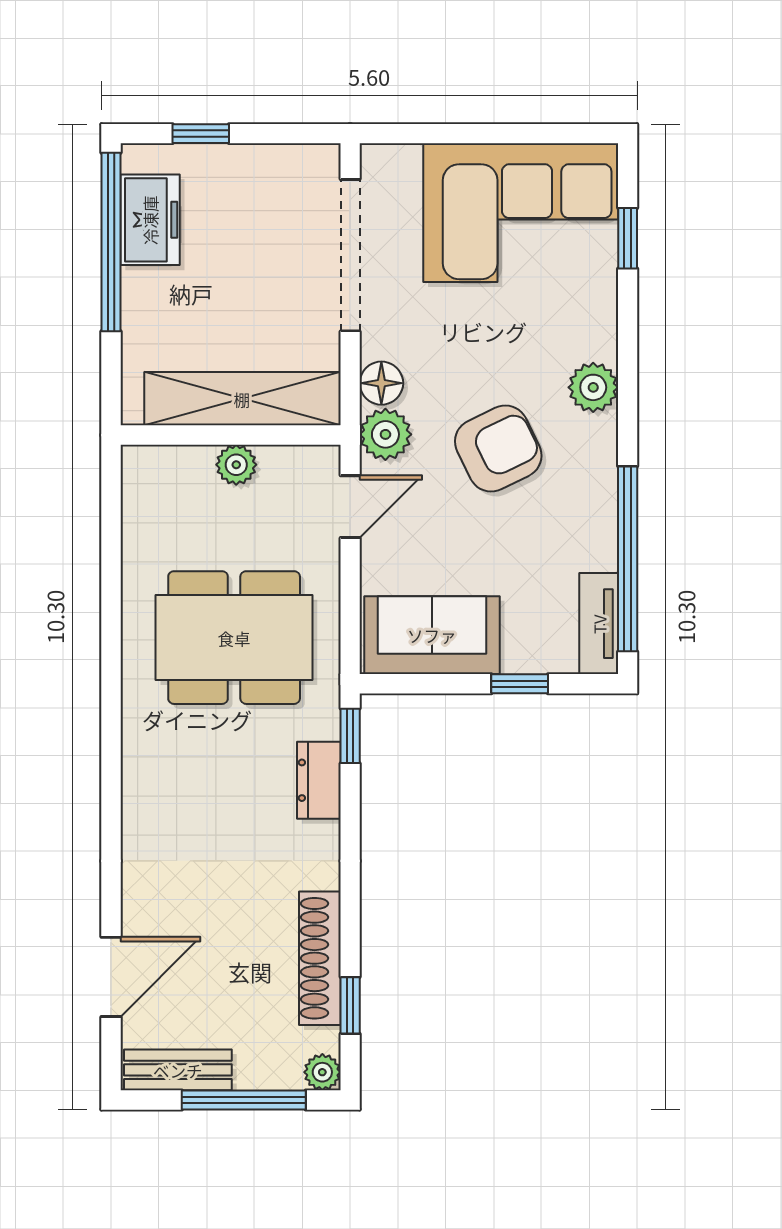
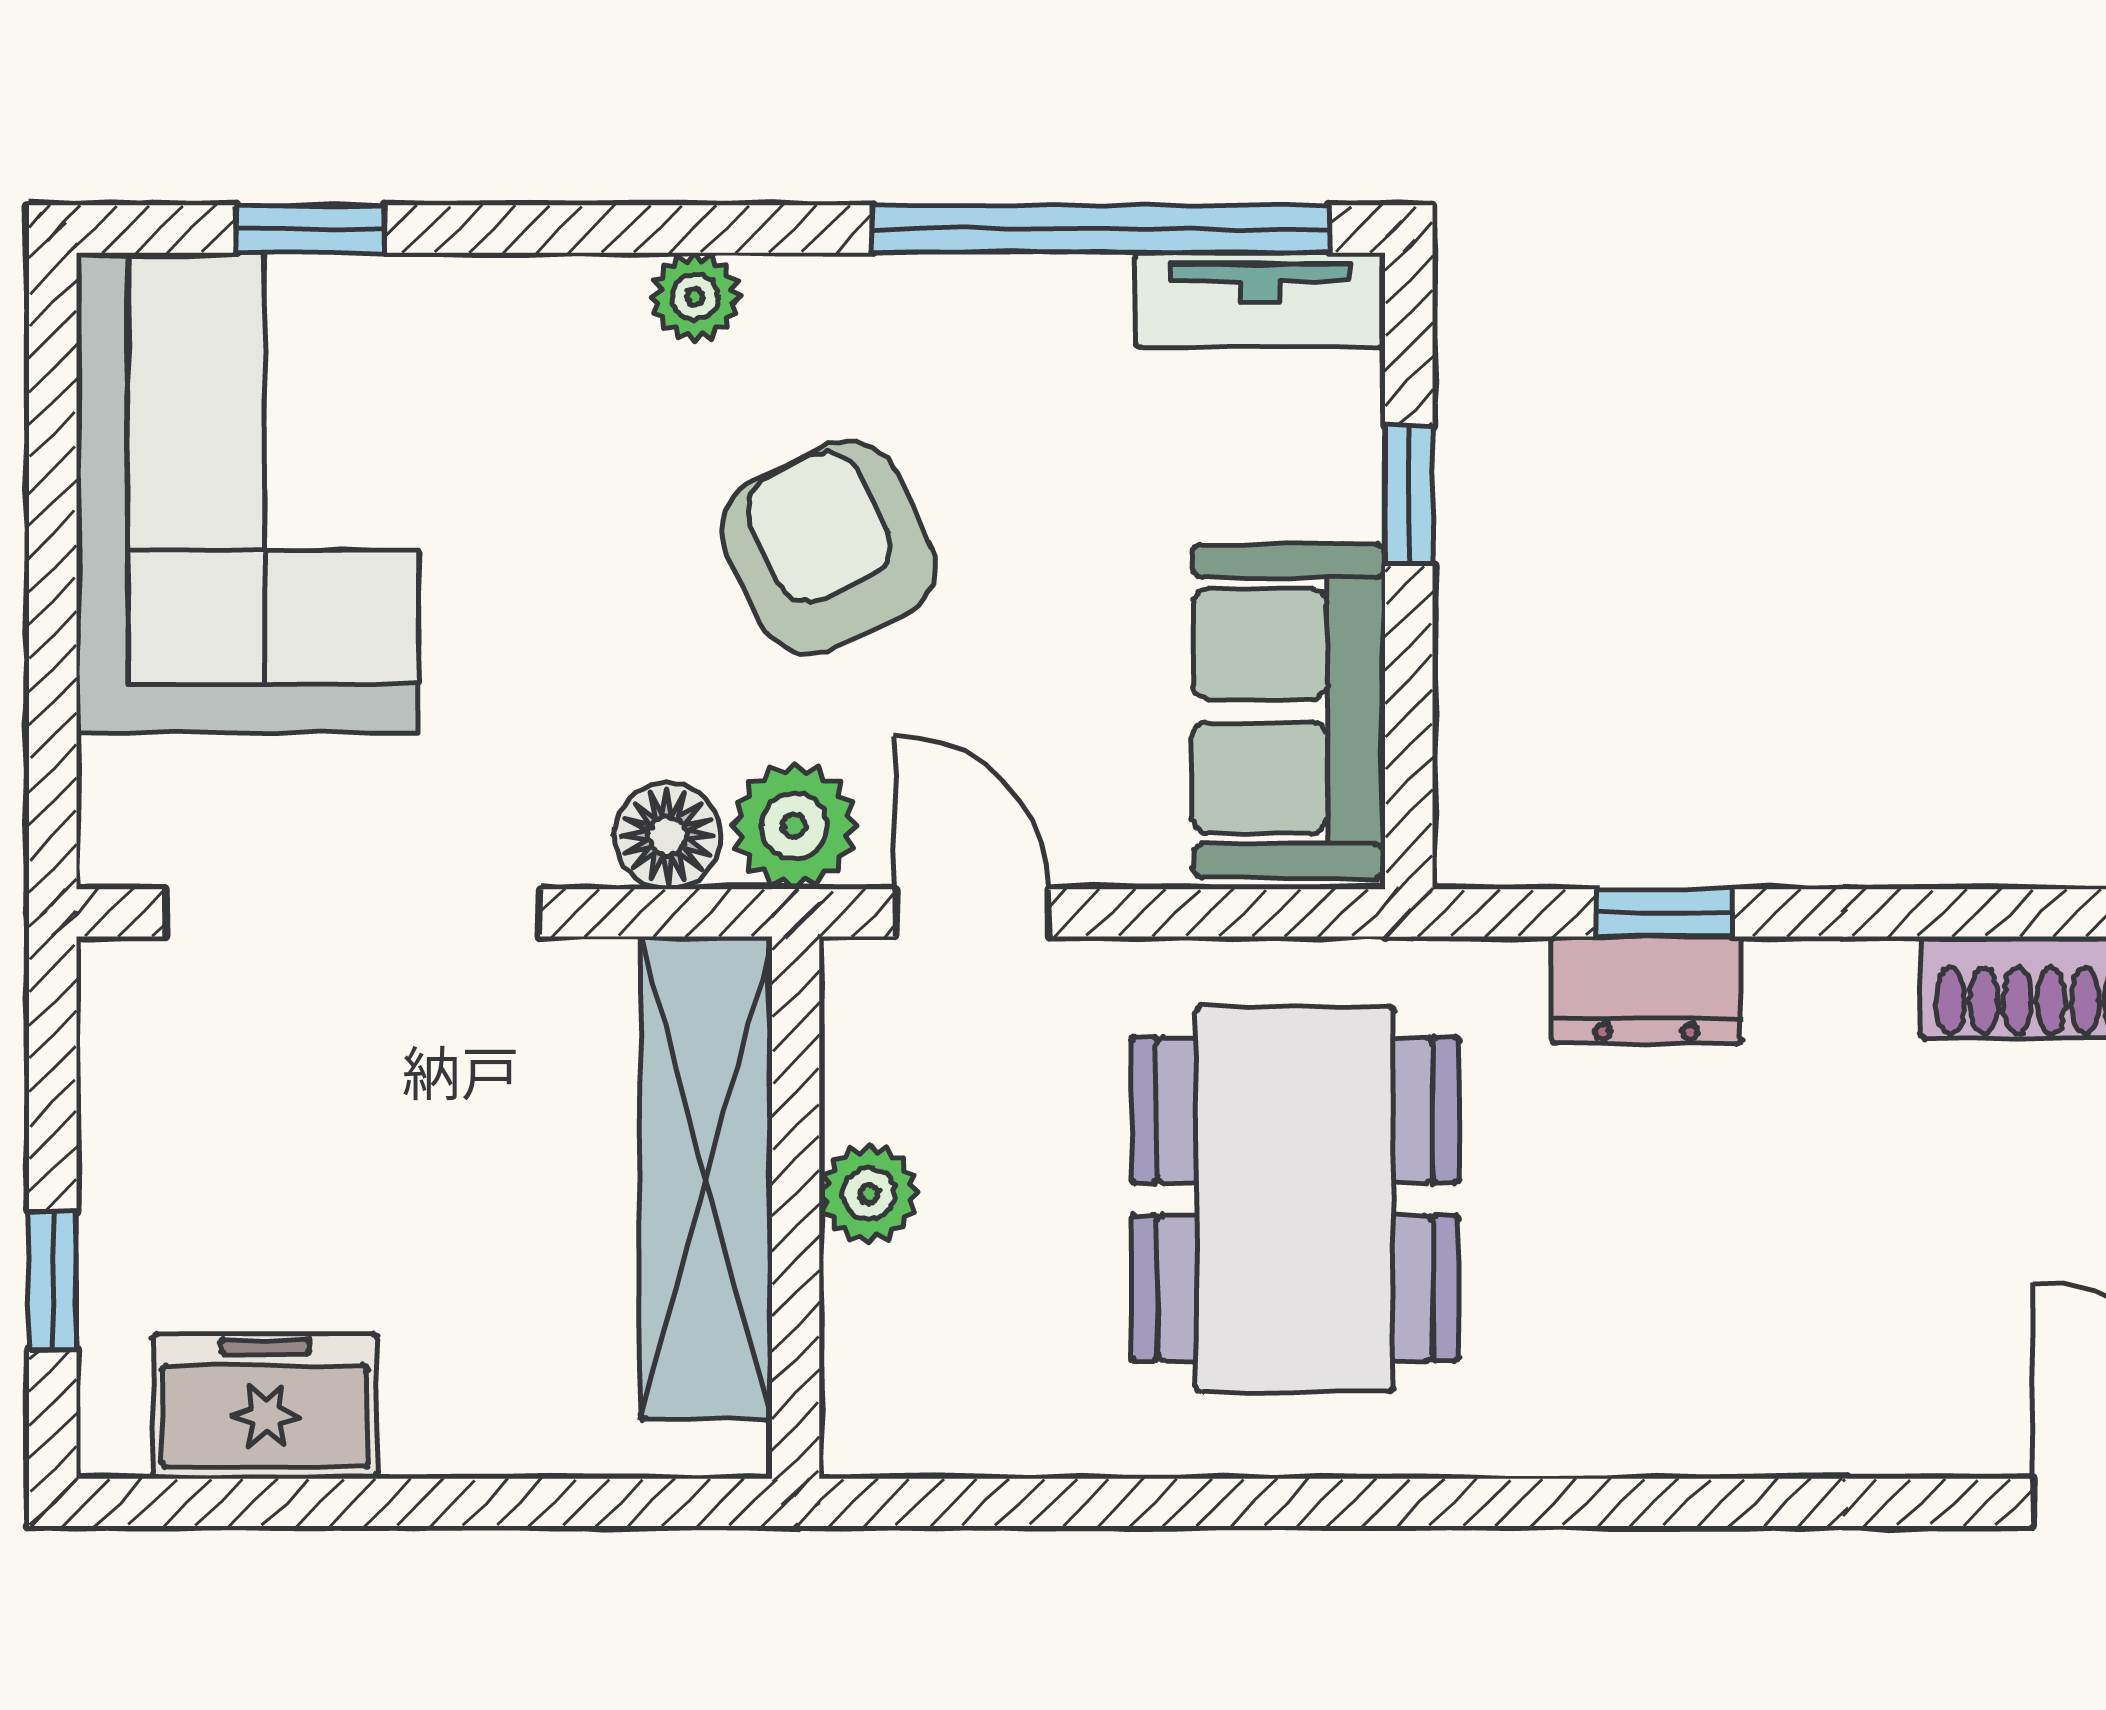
window: (111, 242) -> (320, 1502), removed
plant: (593, 387) -> (695, 297), width x0.73, depth x0.73
window: (350, 736) -> (1664, 913), moved

